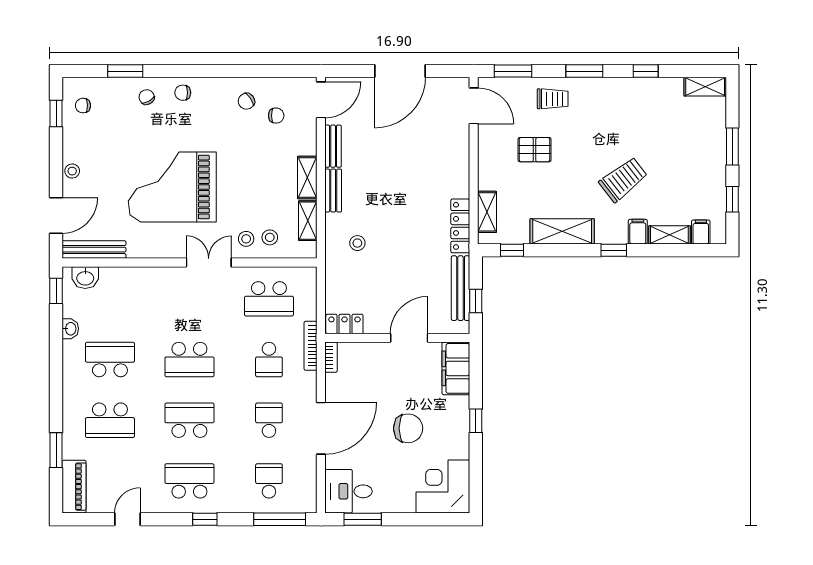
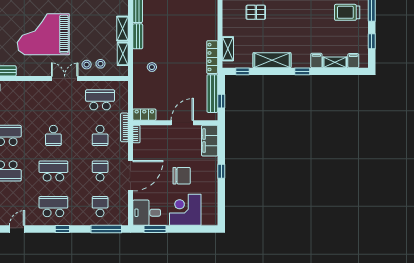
trolley: (623, 179) -> (347, 12), moved, turned -142
school desk: (269, 299) -> (100, 100), turned 180
school desk: (189, 360) -> (53, 135), width x0.54
corner desk: (443, 486) -> (185, 210), moved

